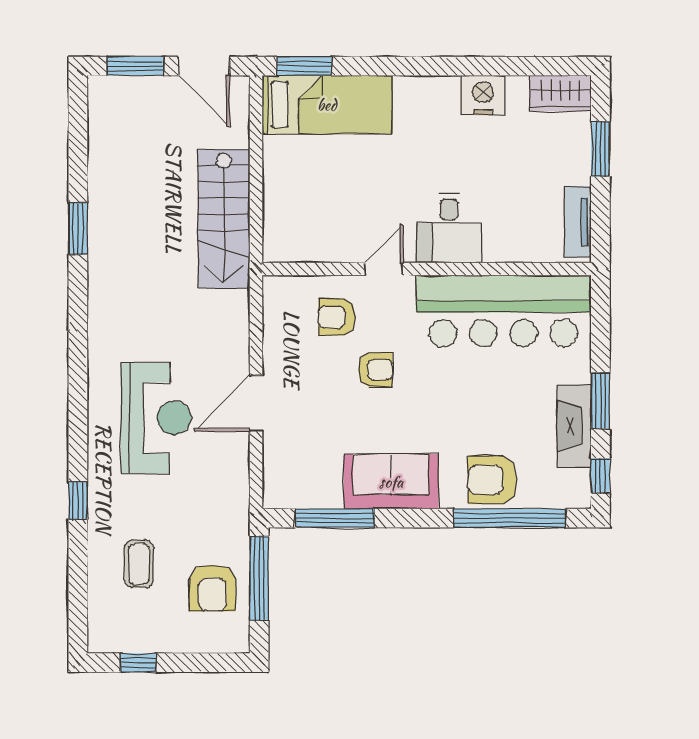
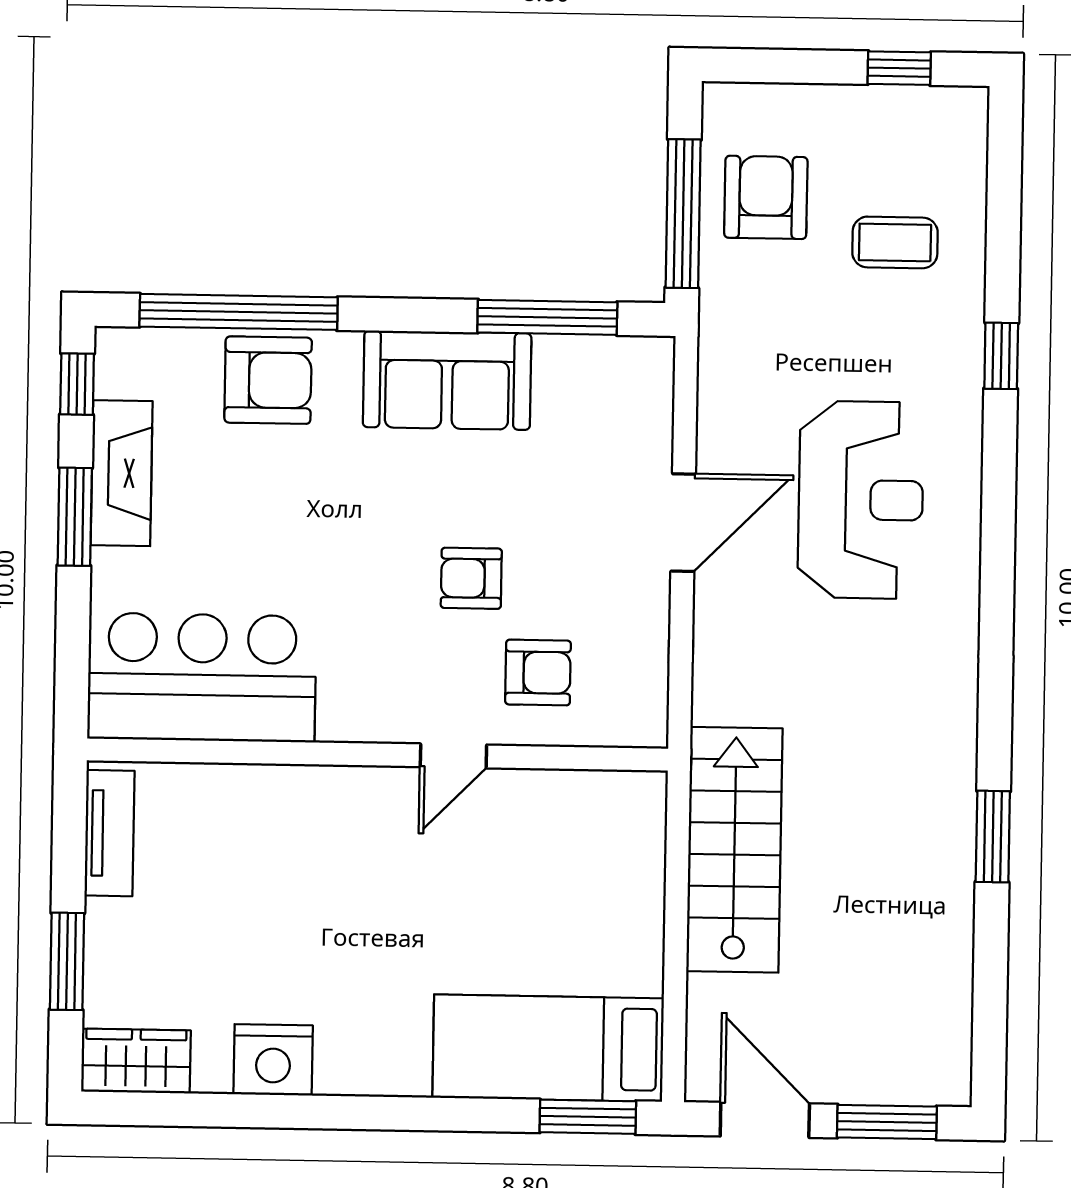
desk: (449, 228) -> (337, 826), removed
bar counter: (503, 311) -> (202, 677), width x0.73
reception desk: (156, 418) -> (861, 500), turned 180
coffee table: (139, 564) -> (895, 242), turned 90

